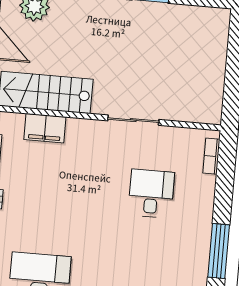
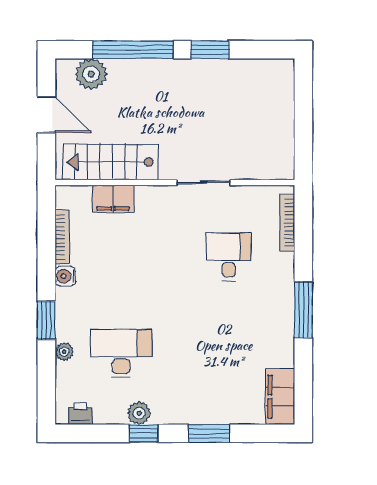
bookcase: (211, 156) -> (287, 223), width x1.56

